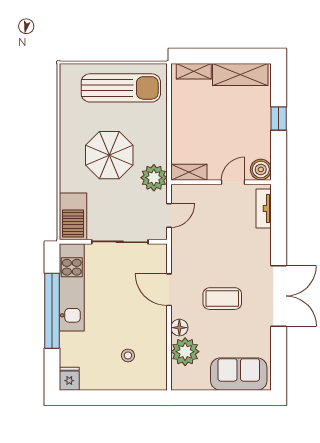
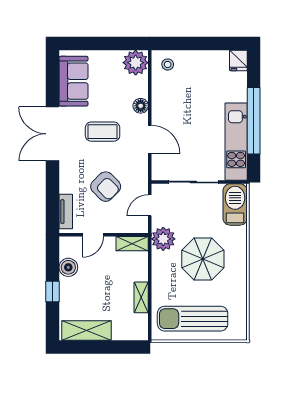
shelving: (194, 71) -> (141, 297), moved, turned 90
boiler: (261, 169) -> (68, 267), moved
armchair: (219, 237) -> (106, 187), added
plant: (185, 352) -> (136, 63), moved
stool: (128, 355) -> (168, 64), moved
sofa: (239, 374) -> (73, 81), moved, turned -90

